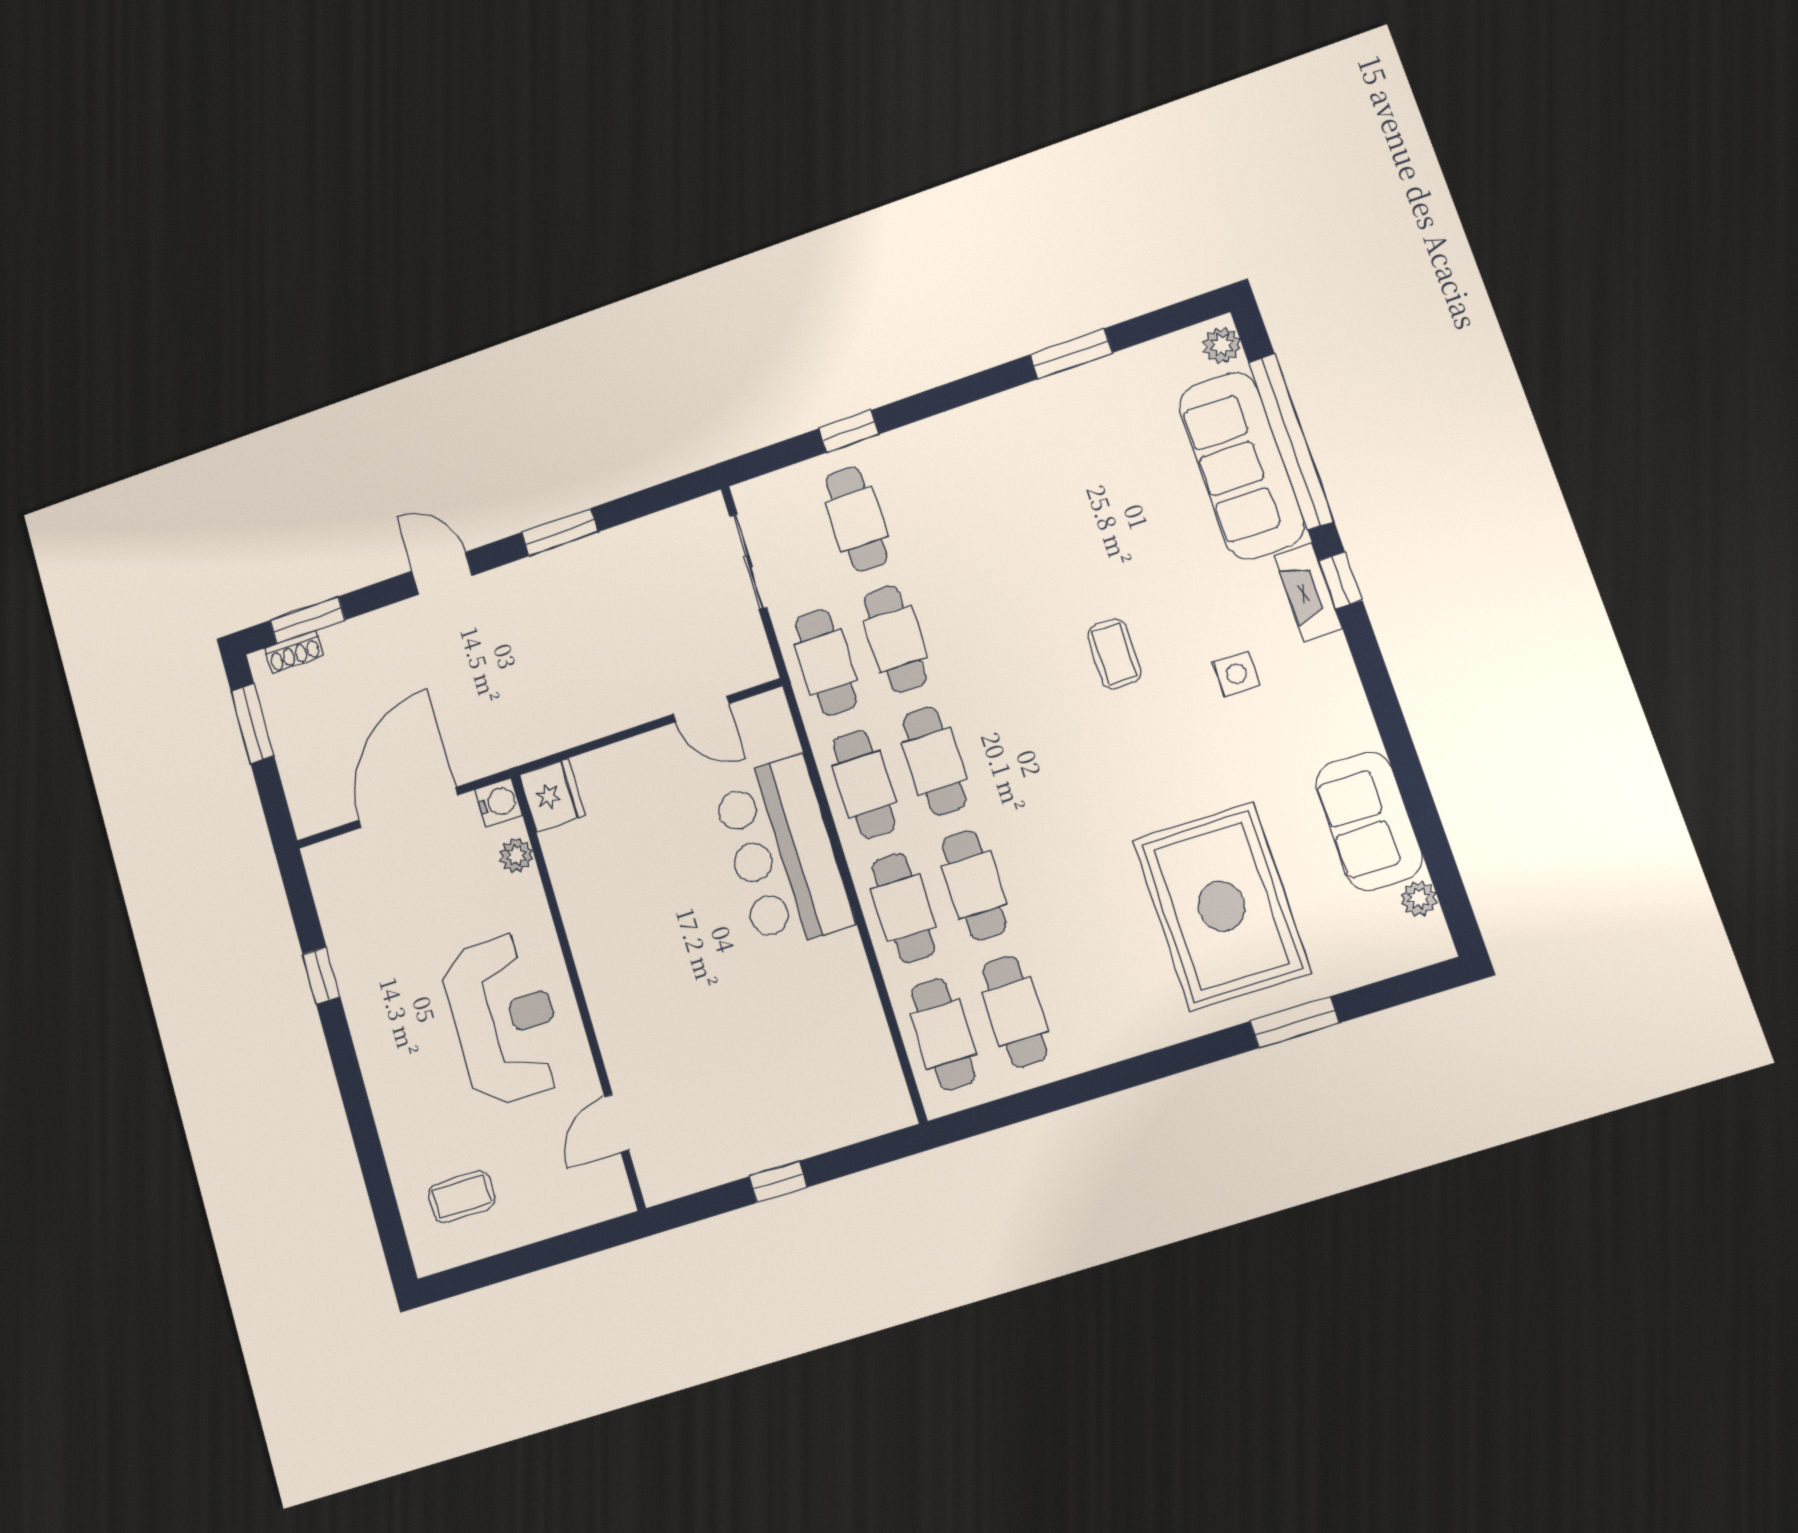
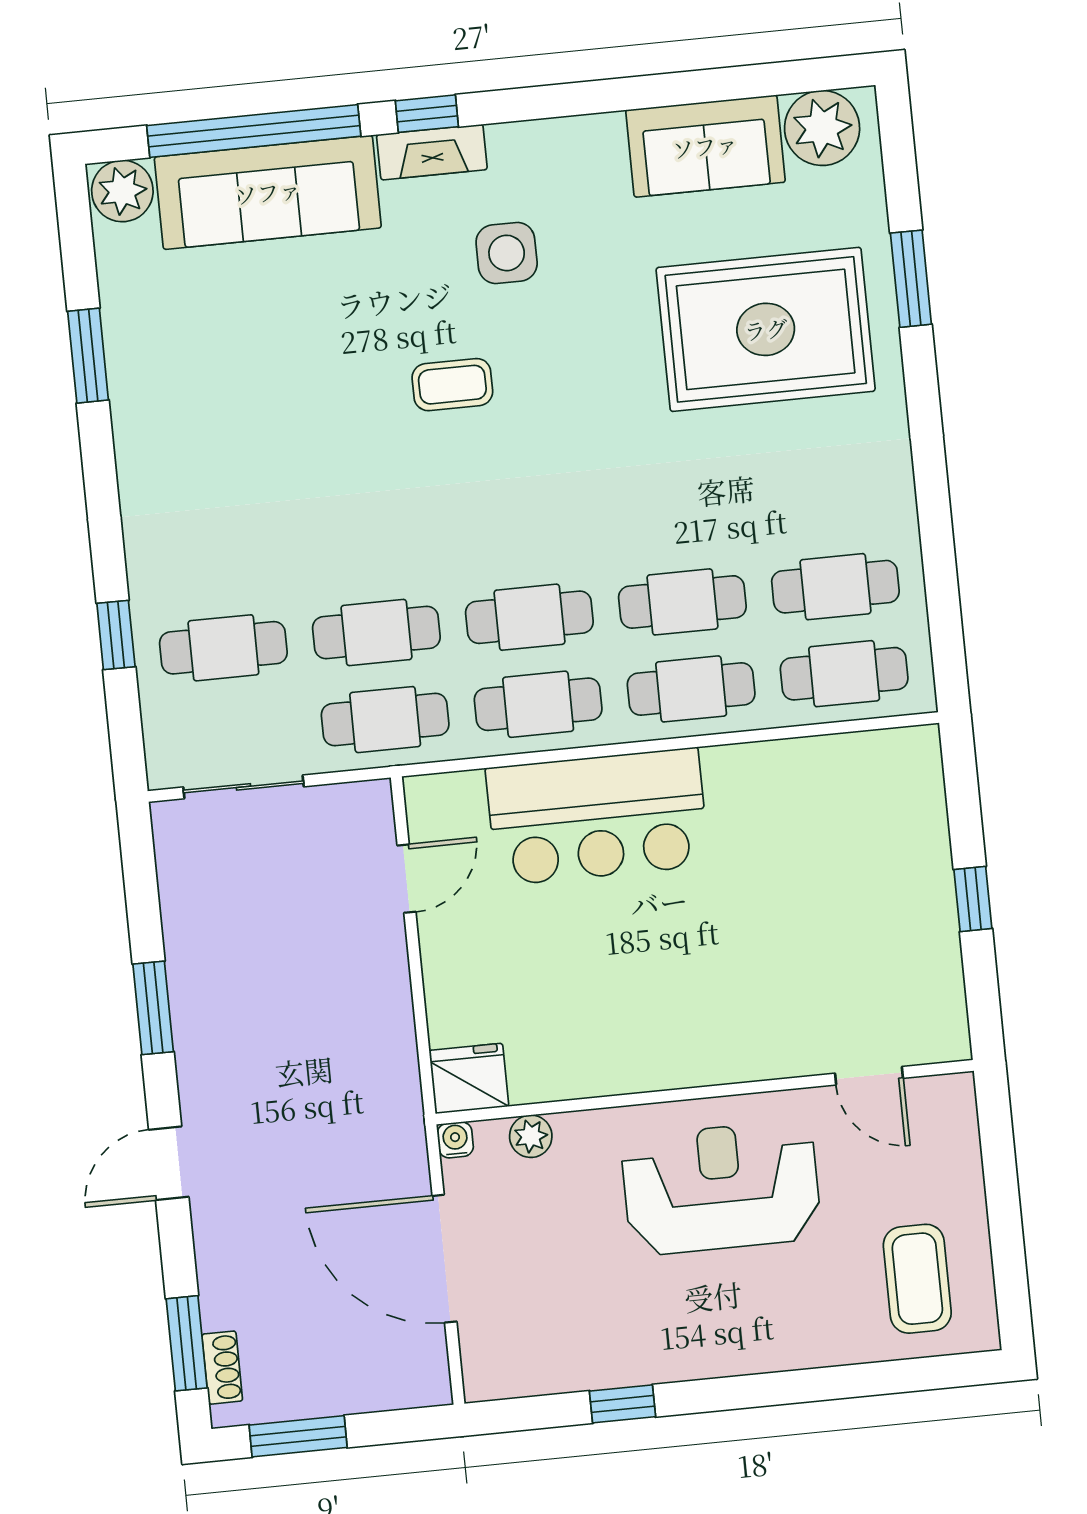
plant: (1222, 345) -> (122, 191), width x1.38, depth x1.38
side table: (1236, 674) -> (507, 253), width x1.37, depth x1.37
water cooler: (499, 802) -> (455, 1140), width x0.72, depth x0.72
plant: (1419, 898) -> (822, 128), width x1.88, depth x1.88
coffee table: (462, 1197) -> (917, 1279), width x1.36, depth x1.30

